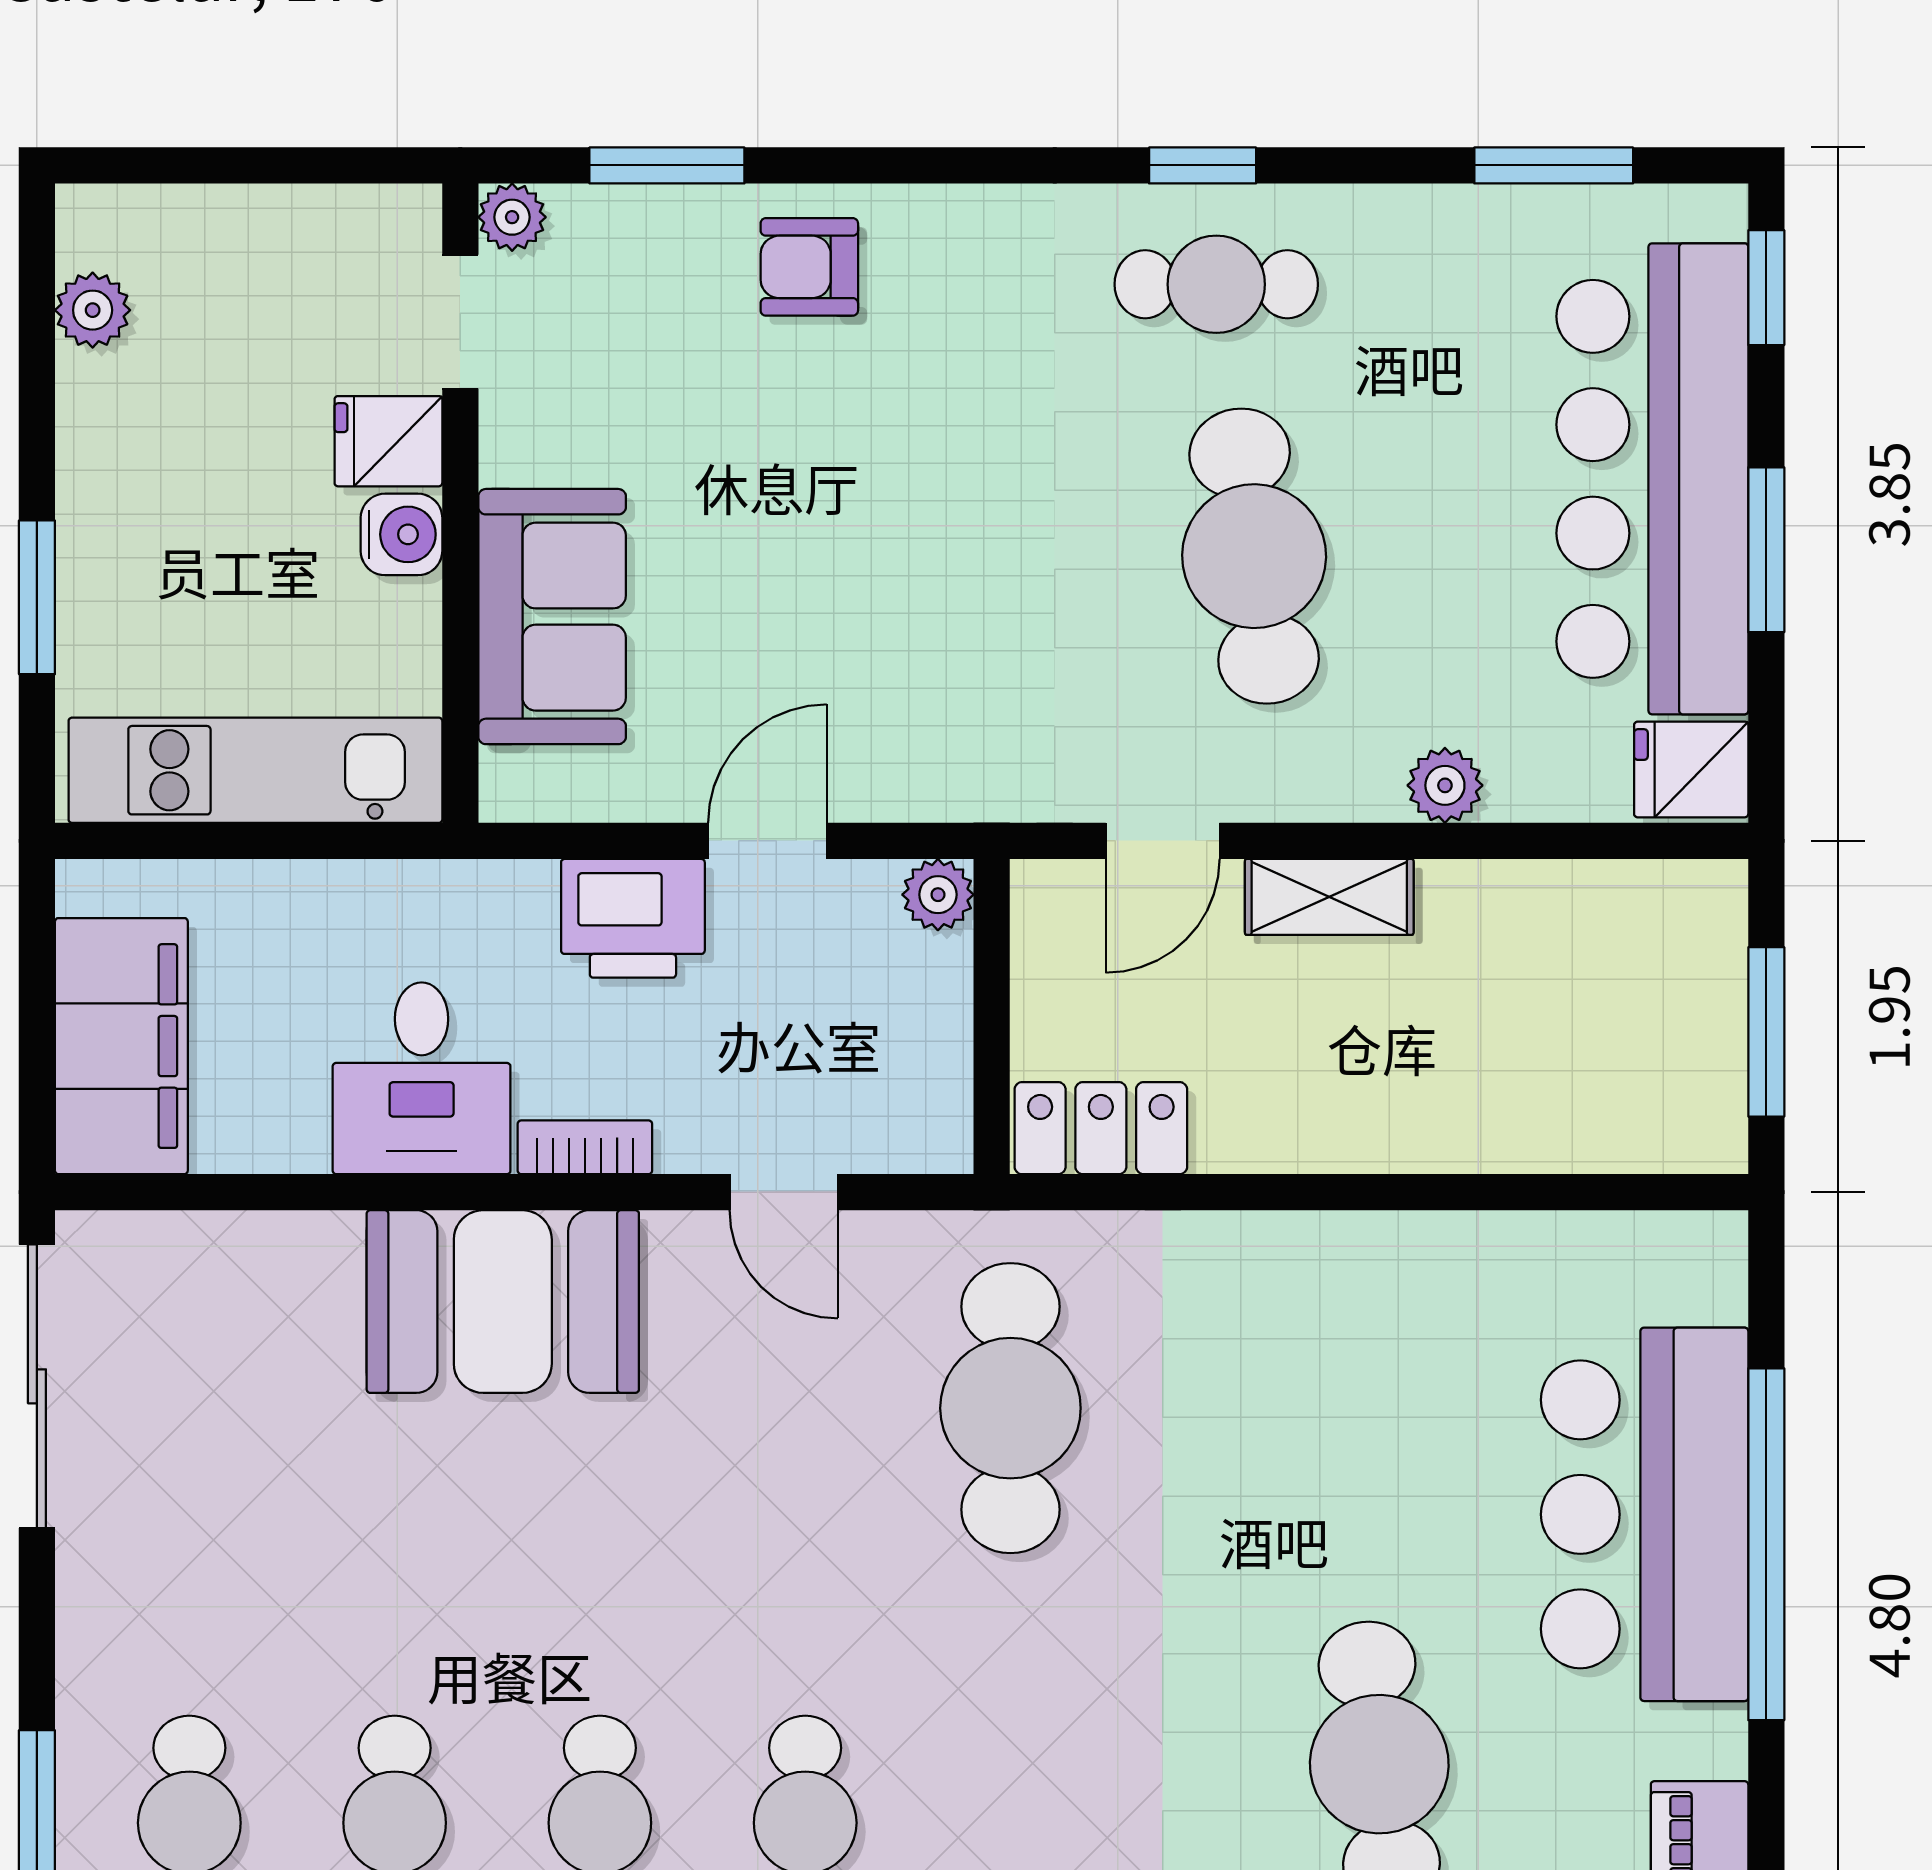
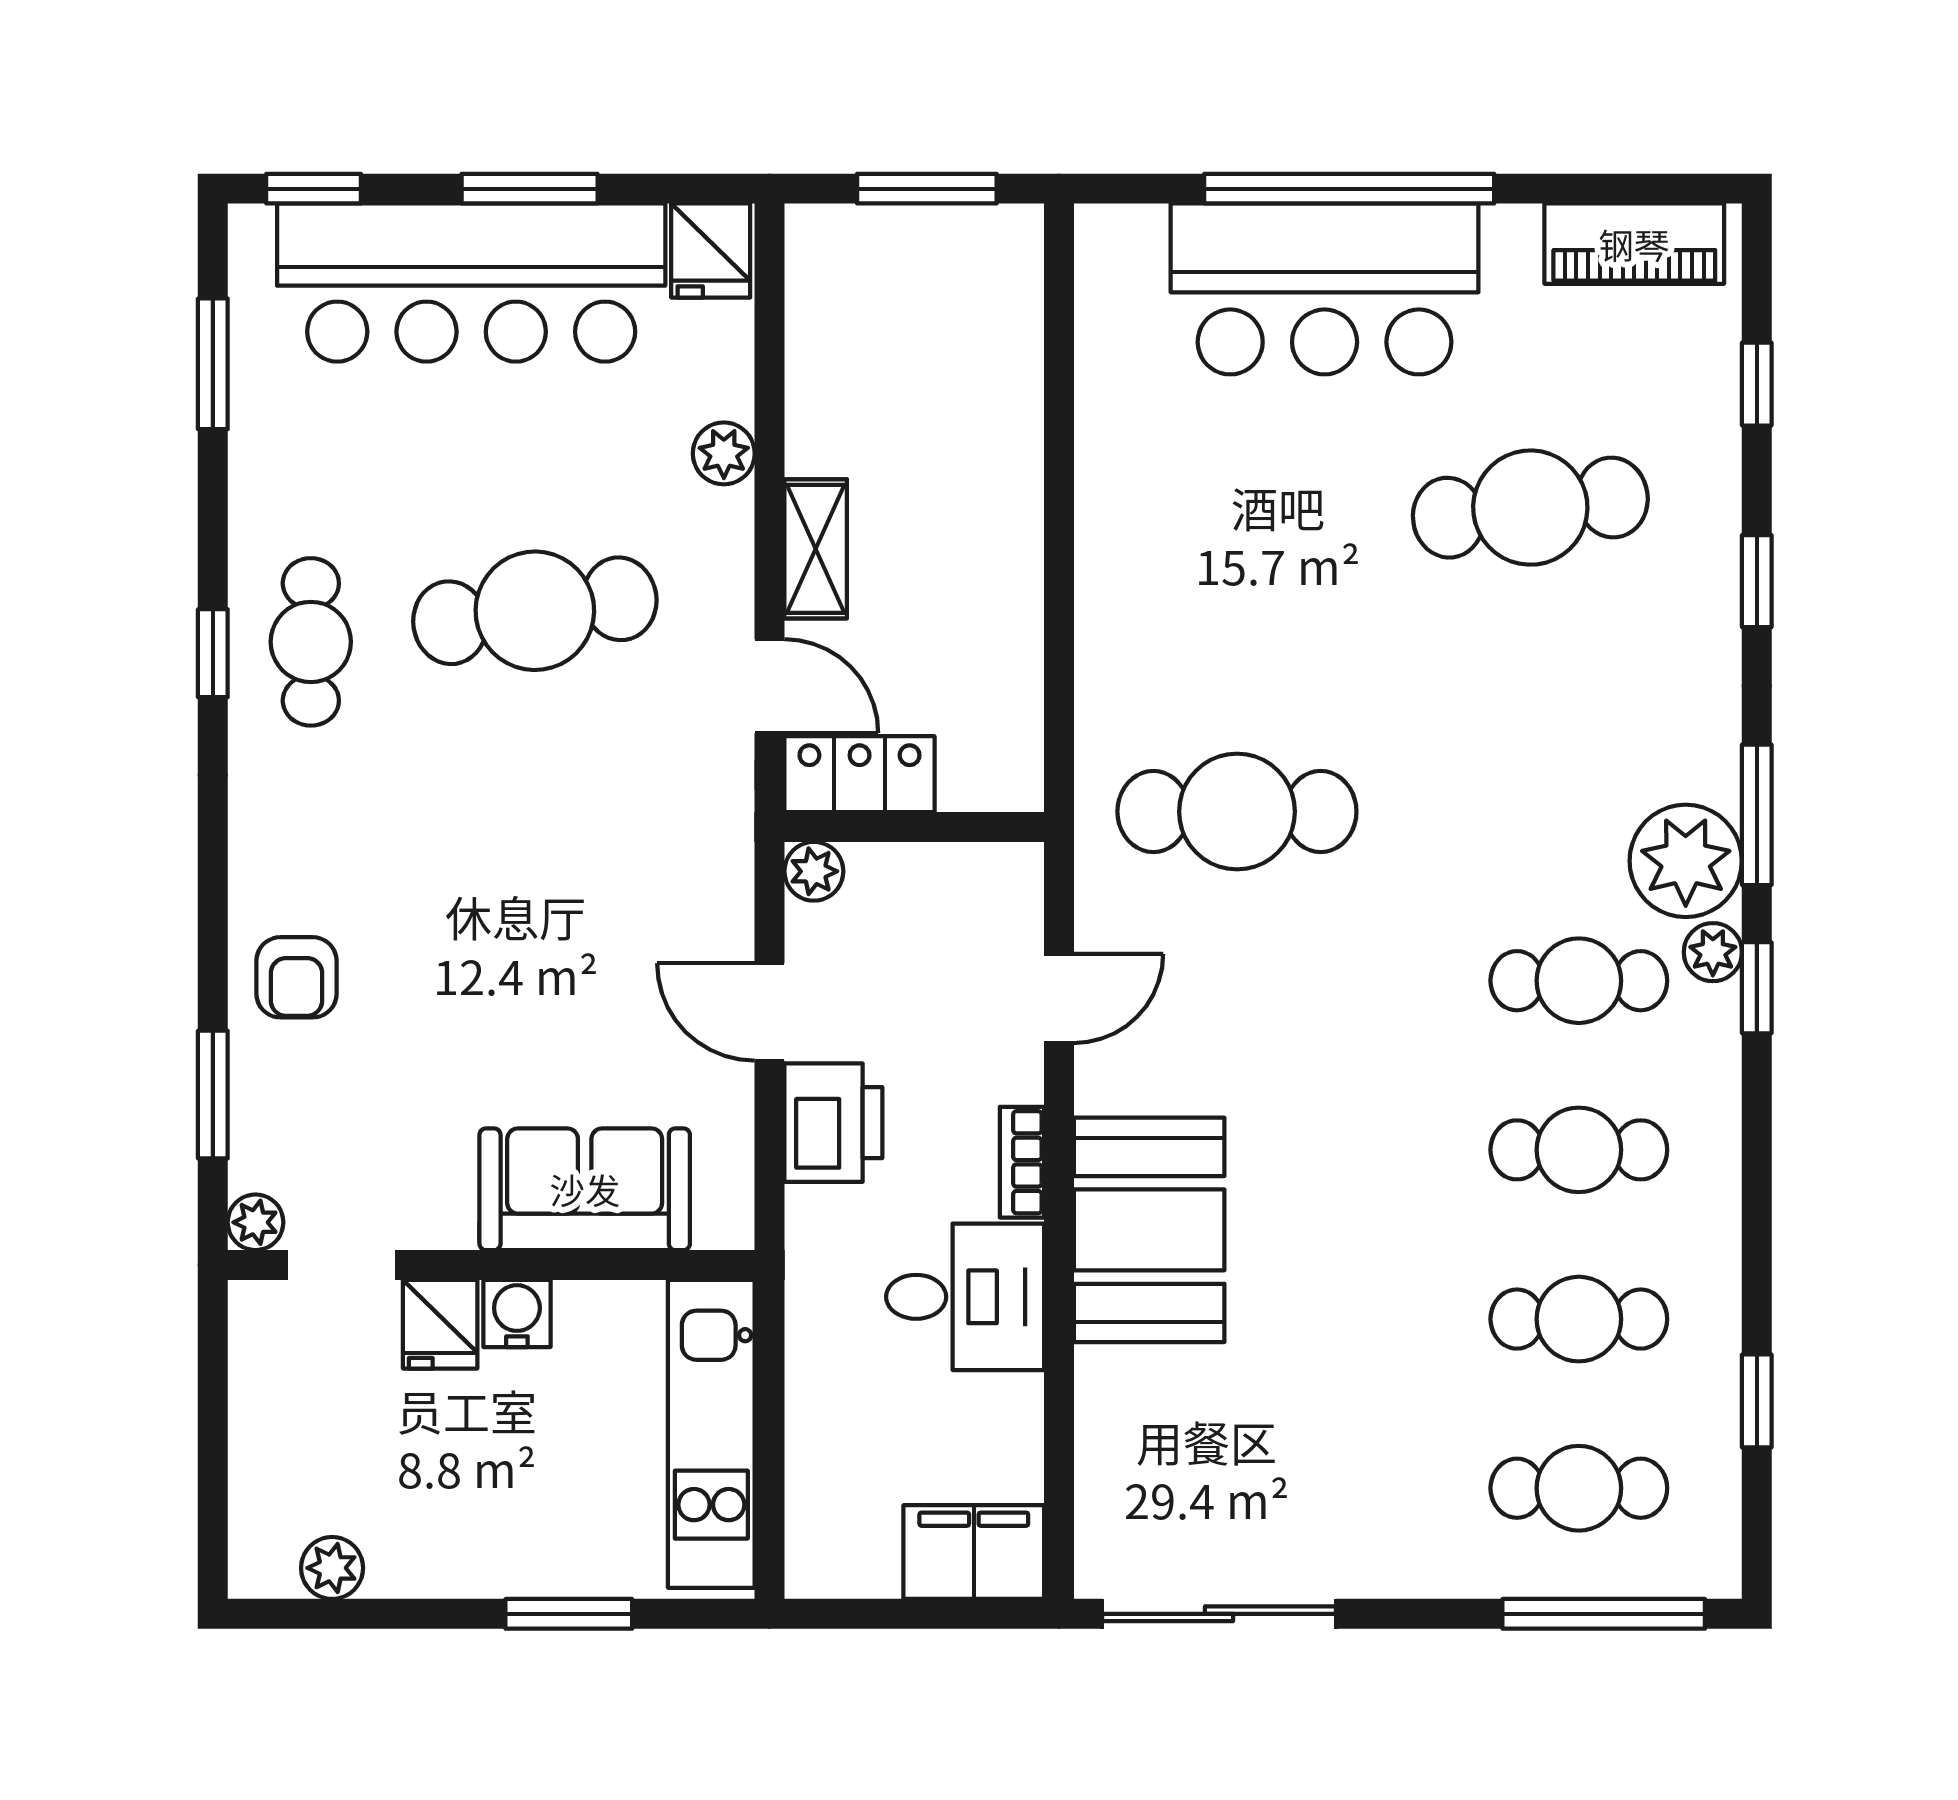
filing cabinet: (121, 1046) -> (974, 1552), width x0.67, depth x0.86
locker: (1101, 1128) -> (860, 774), moved, turned 90

